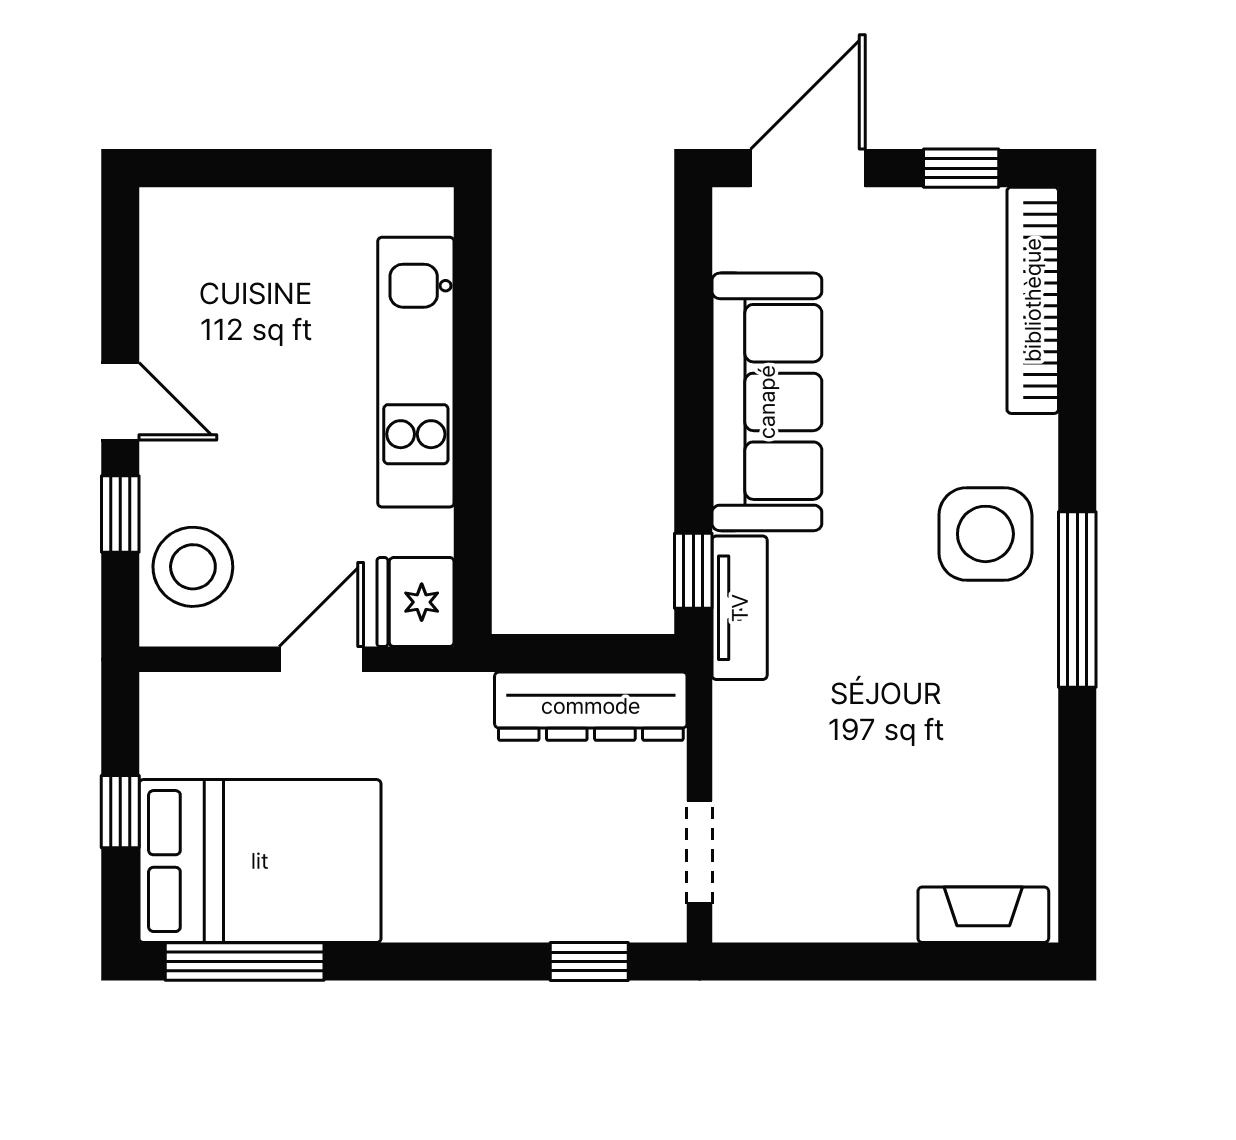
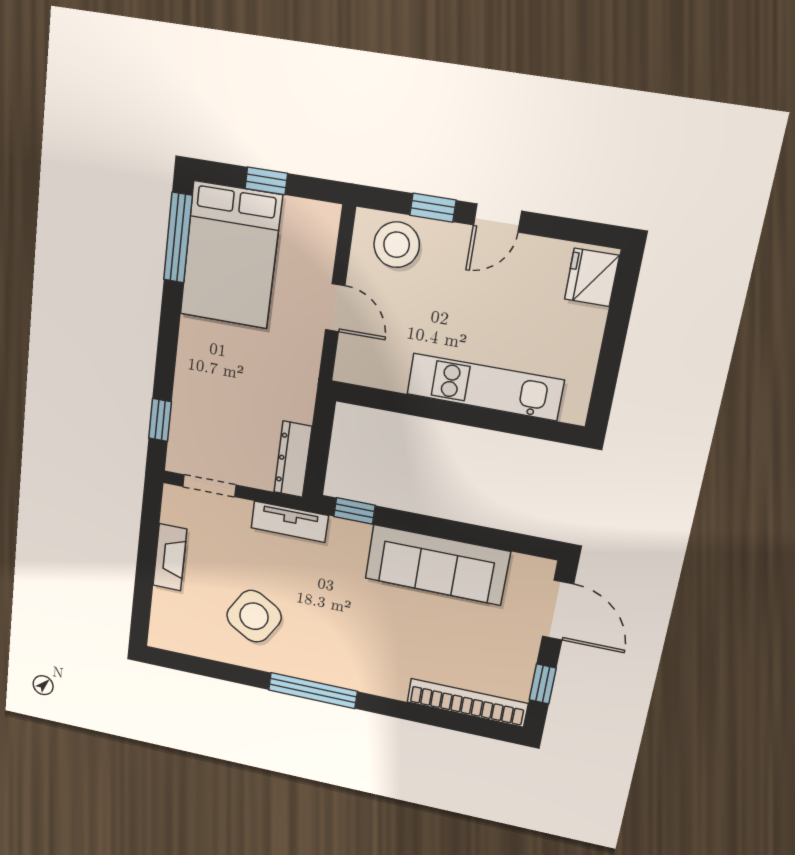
side table: (985, 534) -> (254, 616), moved, turned 31
fridge: (415, 602) -> (592, 277), moved, turned -90
tv unit: (740, 608) -> (290, 522), moved
dresser: (591, 706) -> (293, 459), width x0.73, depth x0.80
fireplace: (983, 915) -> (170, 557), moved

